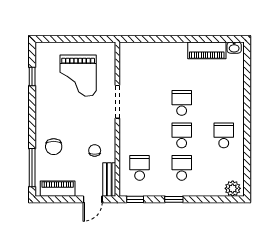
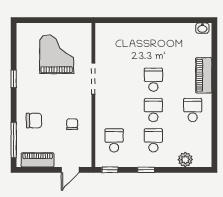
piano: (207, 50) -> (204, 75), moved, turned 90
window: (32, 76) -> (14, 79), moved
grand piano: (78, 76) -> (57, 54), turned 180
chair: (54, 147) -> (34, 121), turned -90
bench: (109, 180) -> (86, 151), removed
plant: (233, 188) -> (185, 160), moved

